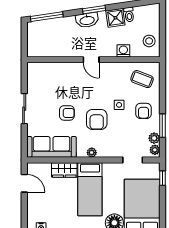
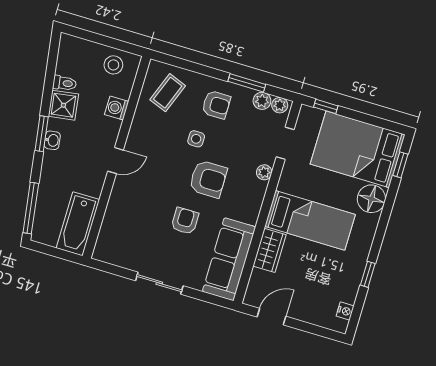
washbasin: (87, 20) -> (52, 140), width x0.52, depth x0.69
bathtub: (46, 48) -> (78, 224), added
plant: (92, 153) -> (264, 172), moved

